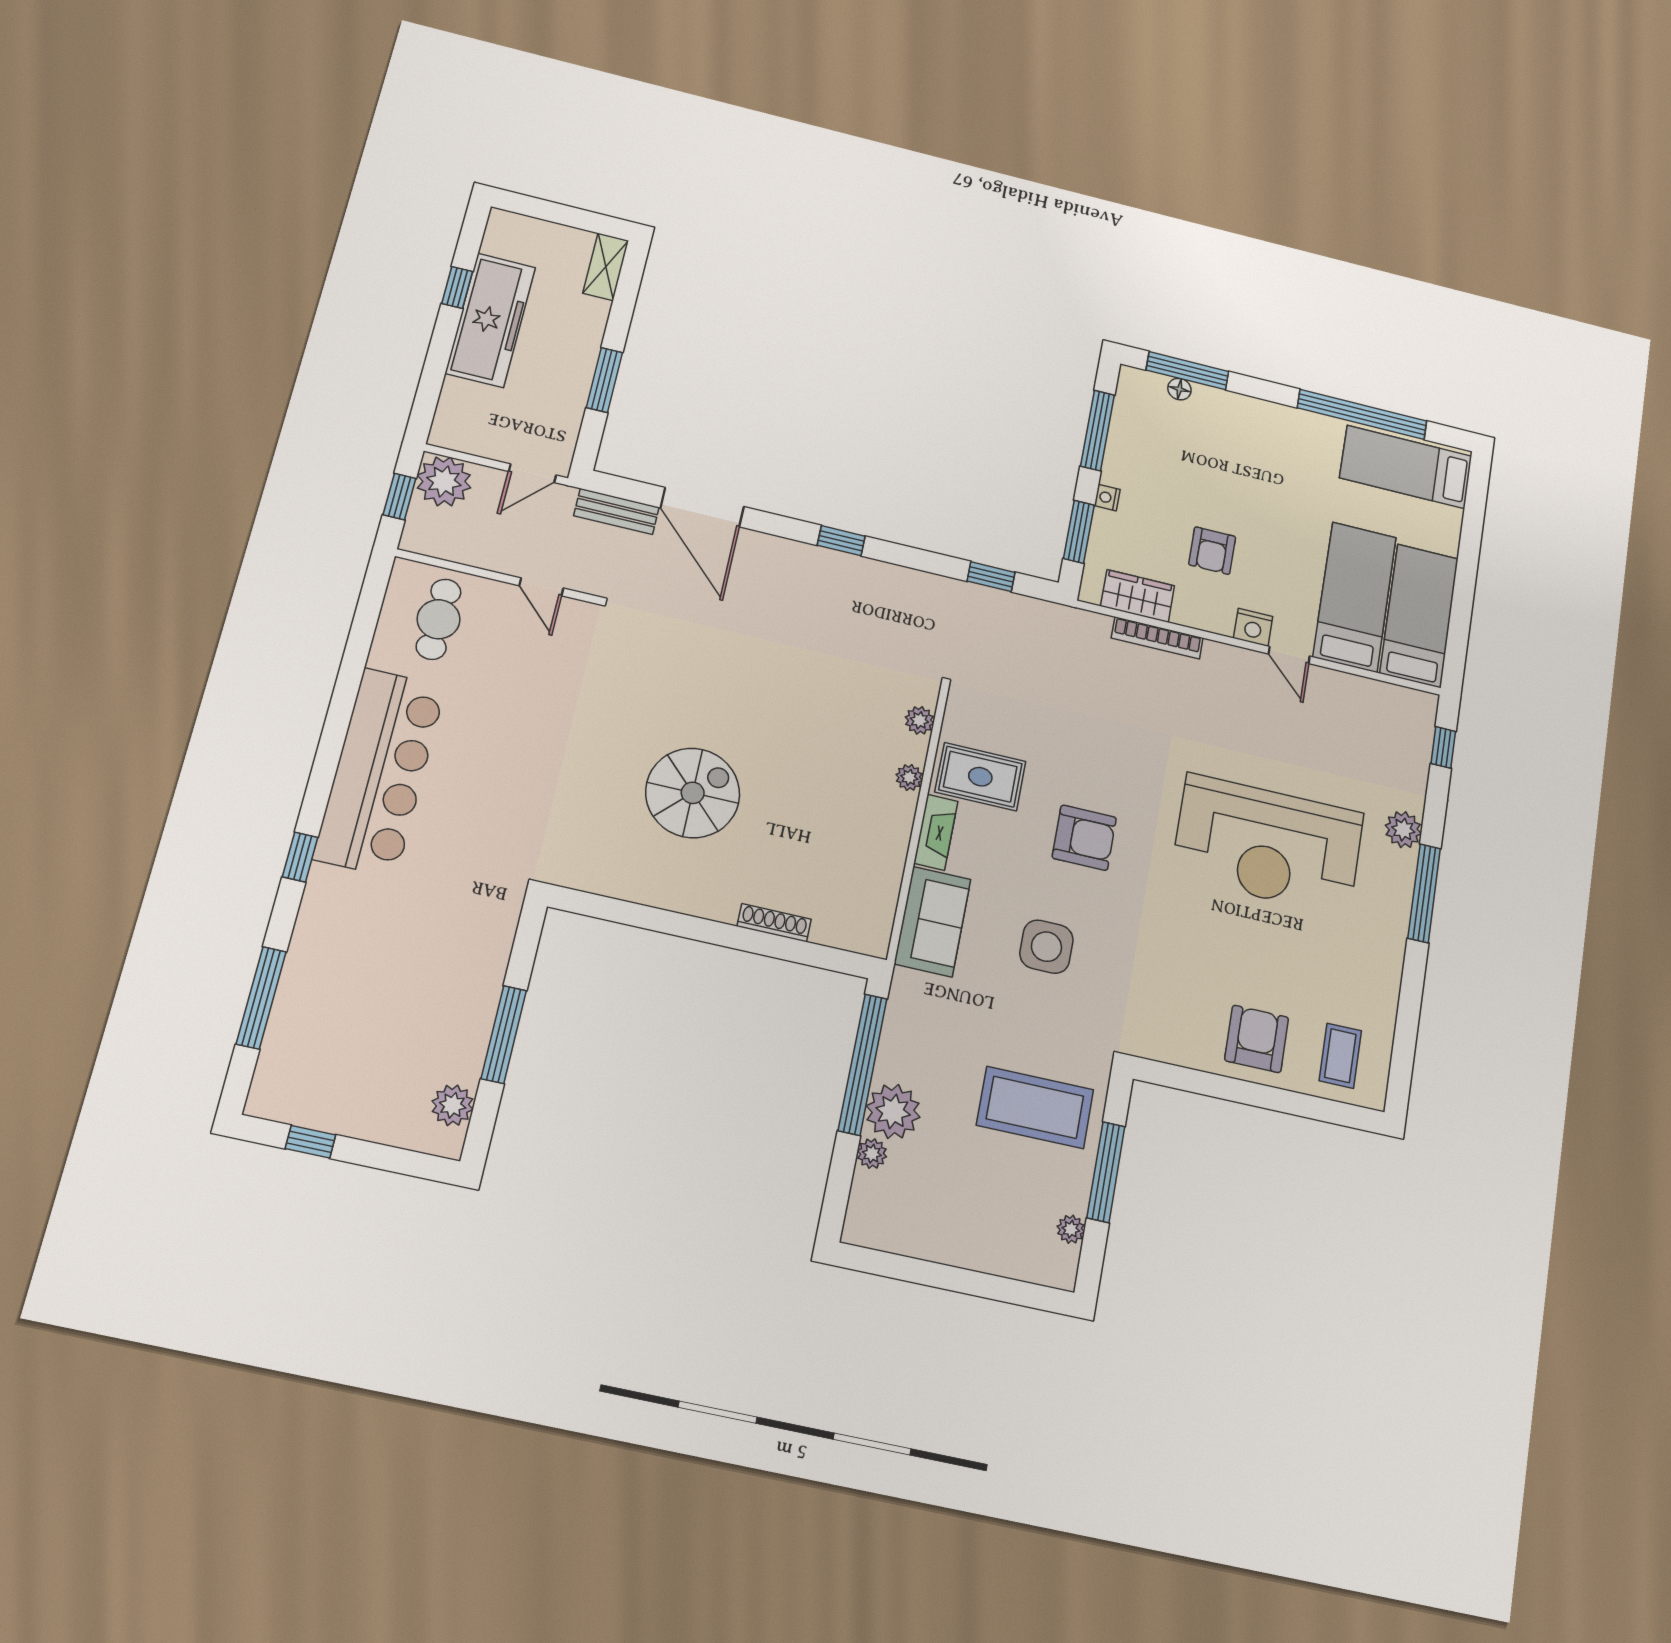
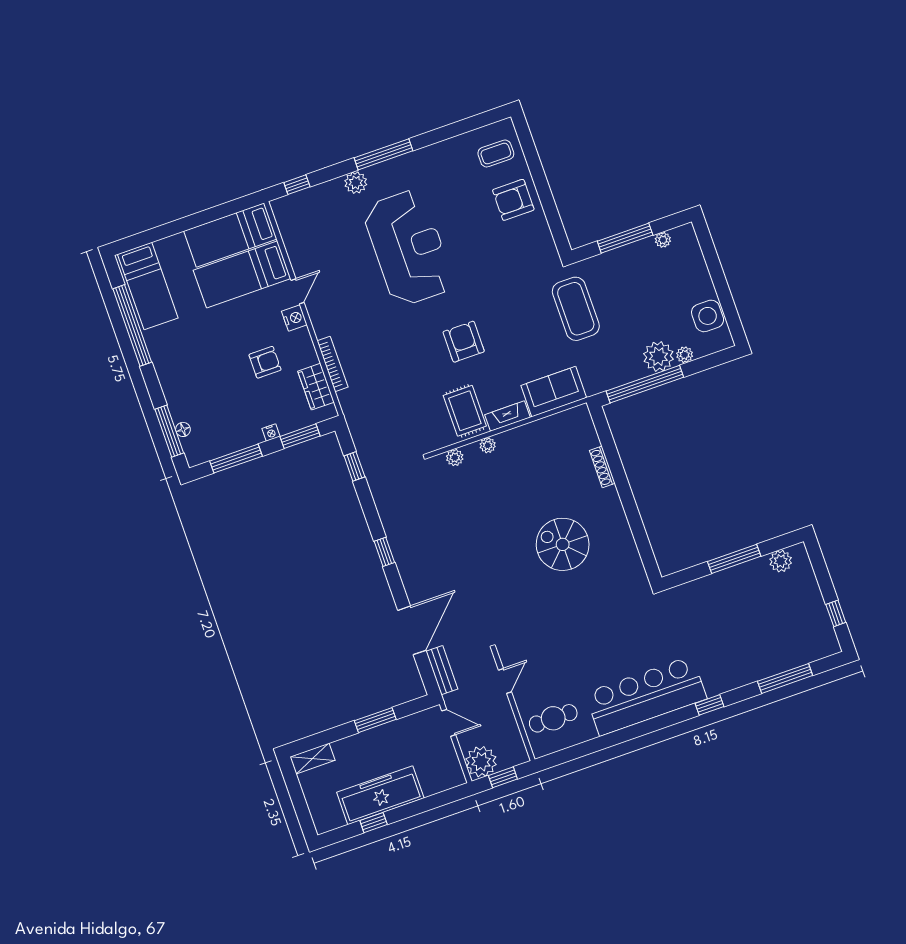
side table: (1046, 947) -> (708, 316), moved
coffee table: (1035, 1107) -> (576, 309), moved

